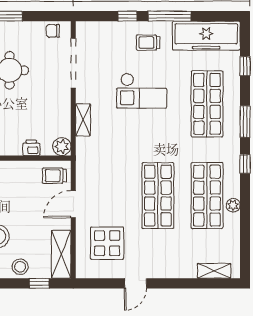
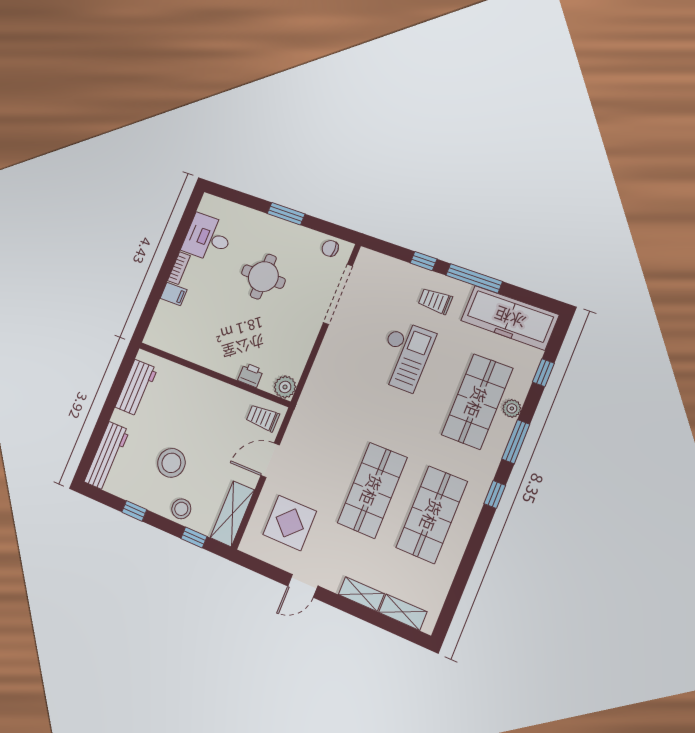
checkout: (142, 91) -> (404, 356), turned -90
shelving: (83, 120) -> (361, 594), moved, turned 90
plant: (233, 205) -> (512, 408), moved

